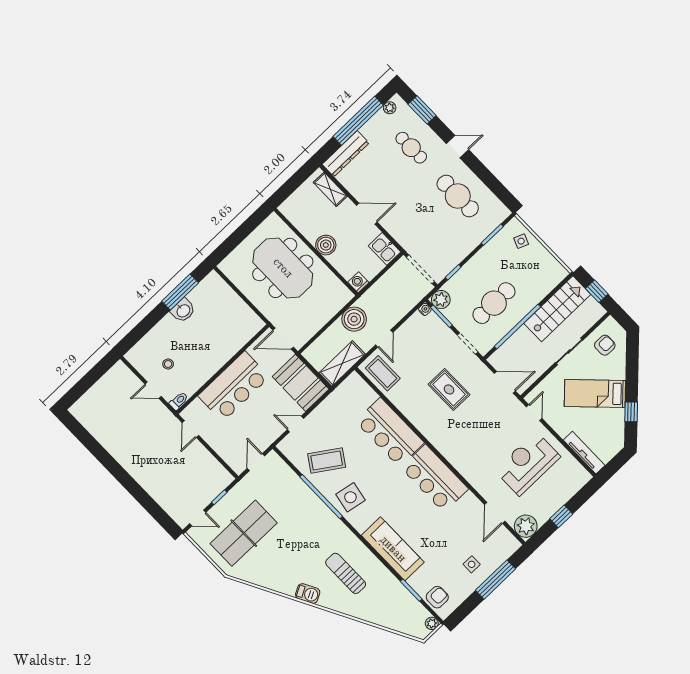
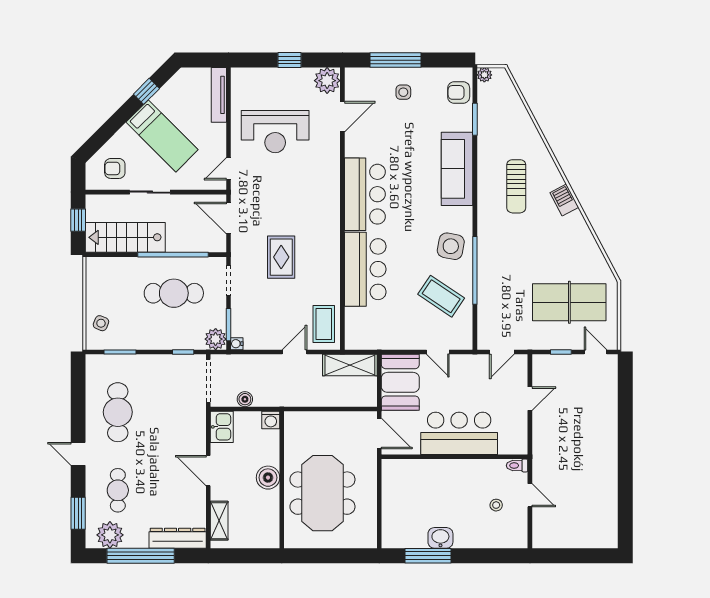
plant: (390, 108) -> (110, 535), width x1.88, depth x1.88
boiler: (354, 319) -> (245, 399), moved, width x0.54, depth x0.54
door: (190, 429) -> (530, 399), moved

